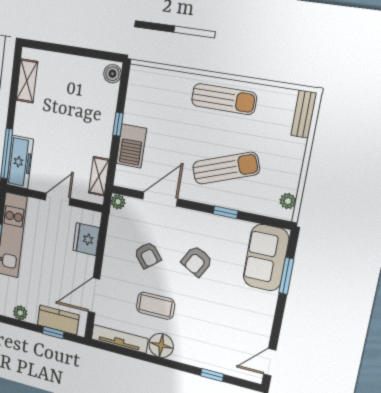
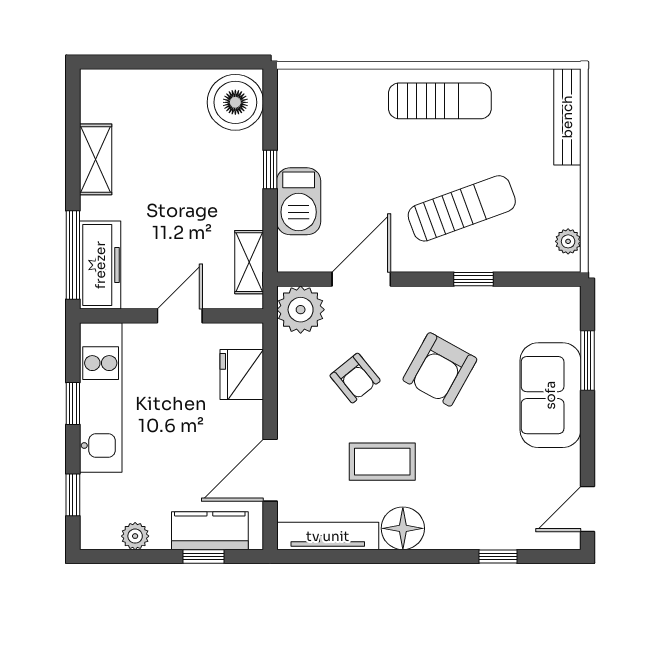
boiler: (112, 74) -> (235, 102), width x1.86, depth x1.86
shelving: (27, 81) -> (96, 159), moved
bench: (304, 114) -> (567, 117), width x1.36
plant: (118, 202) -> (301, 310), width x1.88, depth x1.88
sofa: (266, 258) -> (550, 395), moved
armchair: (197, 261) -> (440, 369), width x1.38, depth x1.38

